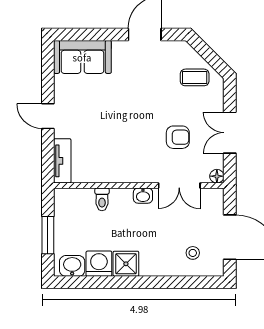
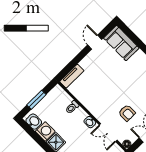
door: (48, 116) -> (95, 42), moved

